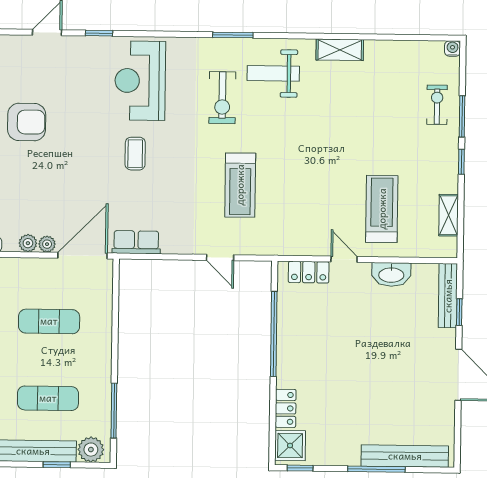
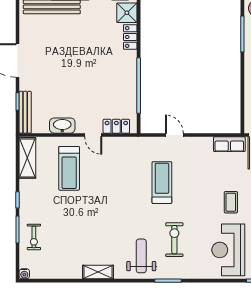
weight bench: (273, 73) -> (141, 256), turned -90
reception desk: (140, 81) -> (228, 250), turned 180
shelving: (449, 215) -> (27, 158), width x1.50, depth x1.33

